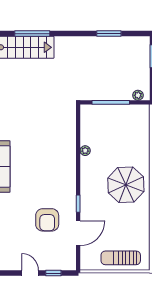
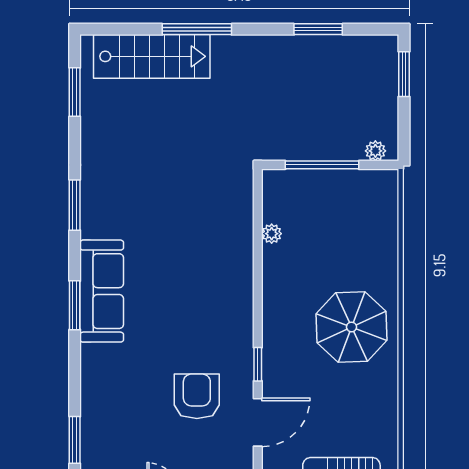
window: (32, 34) -> (197, 29), moved
plant: (85, 151) -> (272, 234), moved
armchair: (47, 220) -> (197, 396), turned 180

